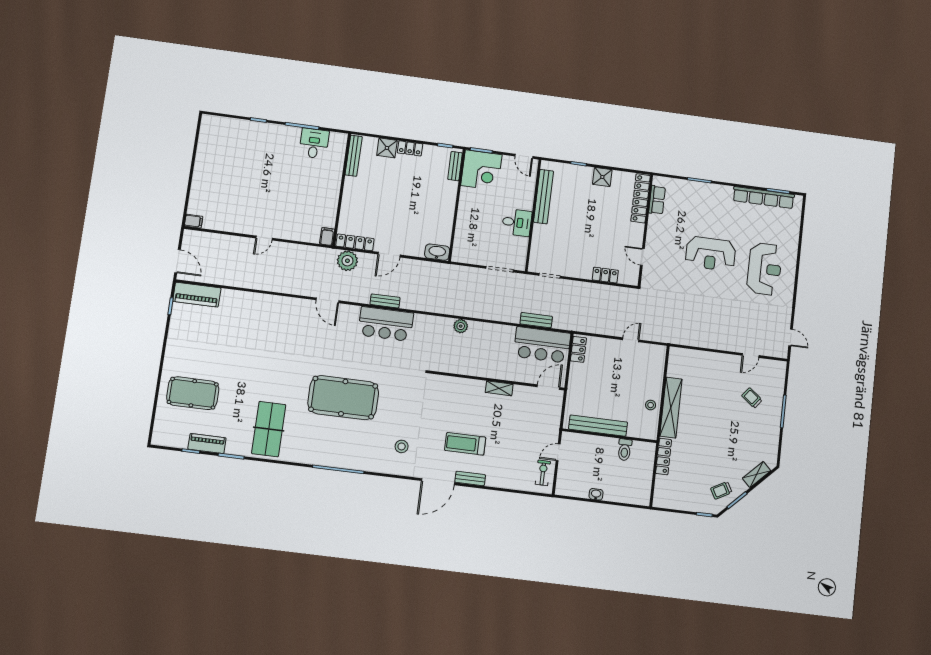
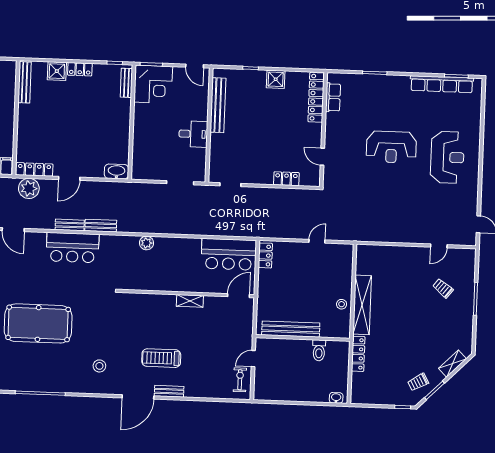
bench: (536, 320) -> (101, 226), moved
washbasin: (596, 494) -> (336, 398), moved

